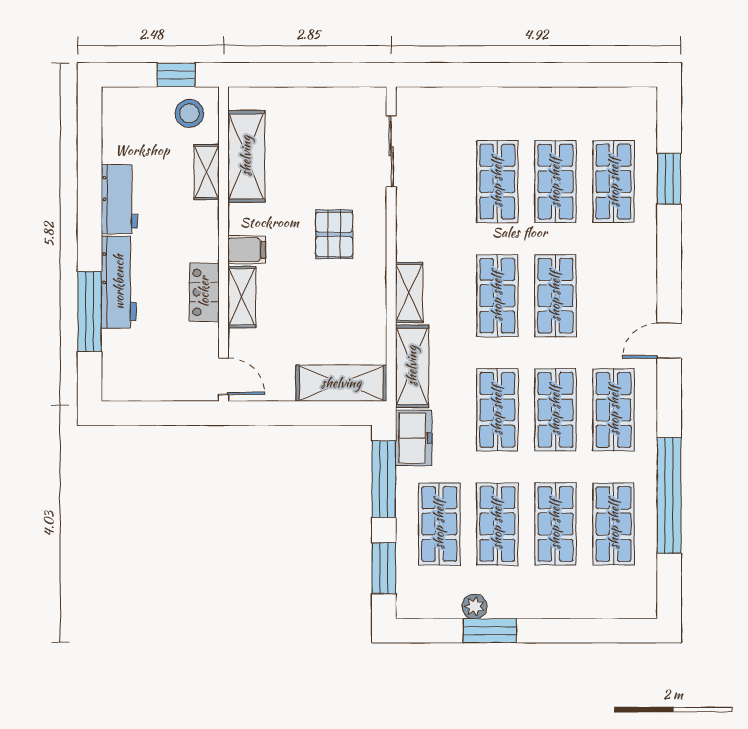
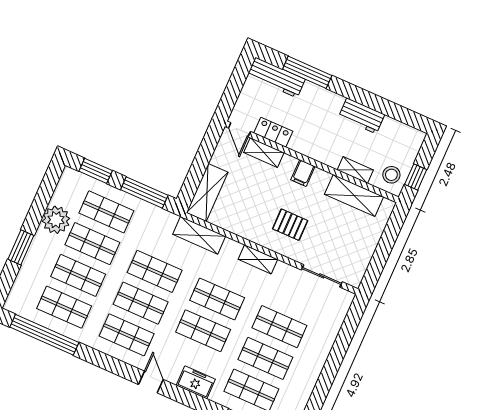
workbench: (119, 282) -> (276, 77), moved
locker: (204, 292) -> (273, 132), moved
shelving: (409, 293) -> (258, 259), moved
shelving: (242, 297) -> (264, 153), moved
door: (223, 376) -> (239, 130), hinge flipped
freezer: (414, 438) -> (196, 382), moved, turned 180
window: (669, 495) -> (44, 335), moved
plant: (475, 607) -> (56, 220), width x1.87, depth x1.87
window: (490, 631) -> (21, 247), moved

